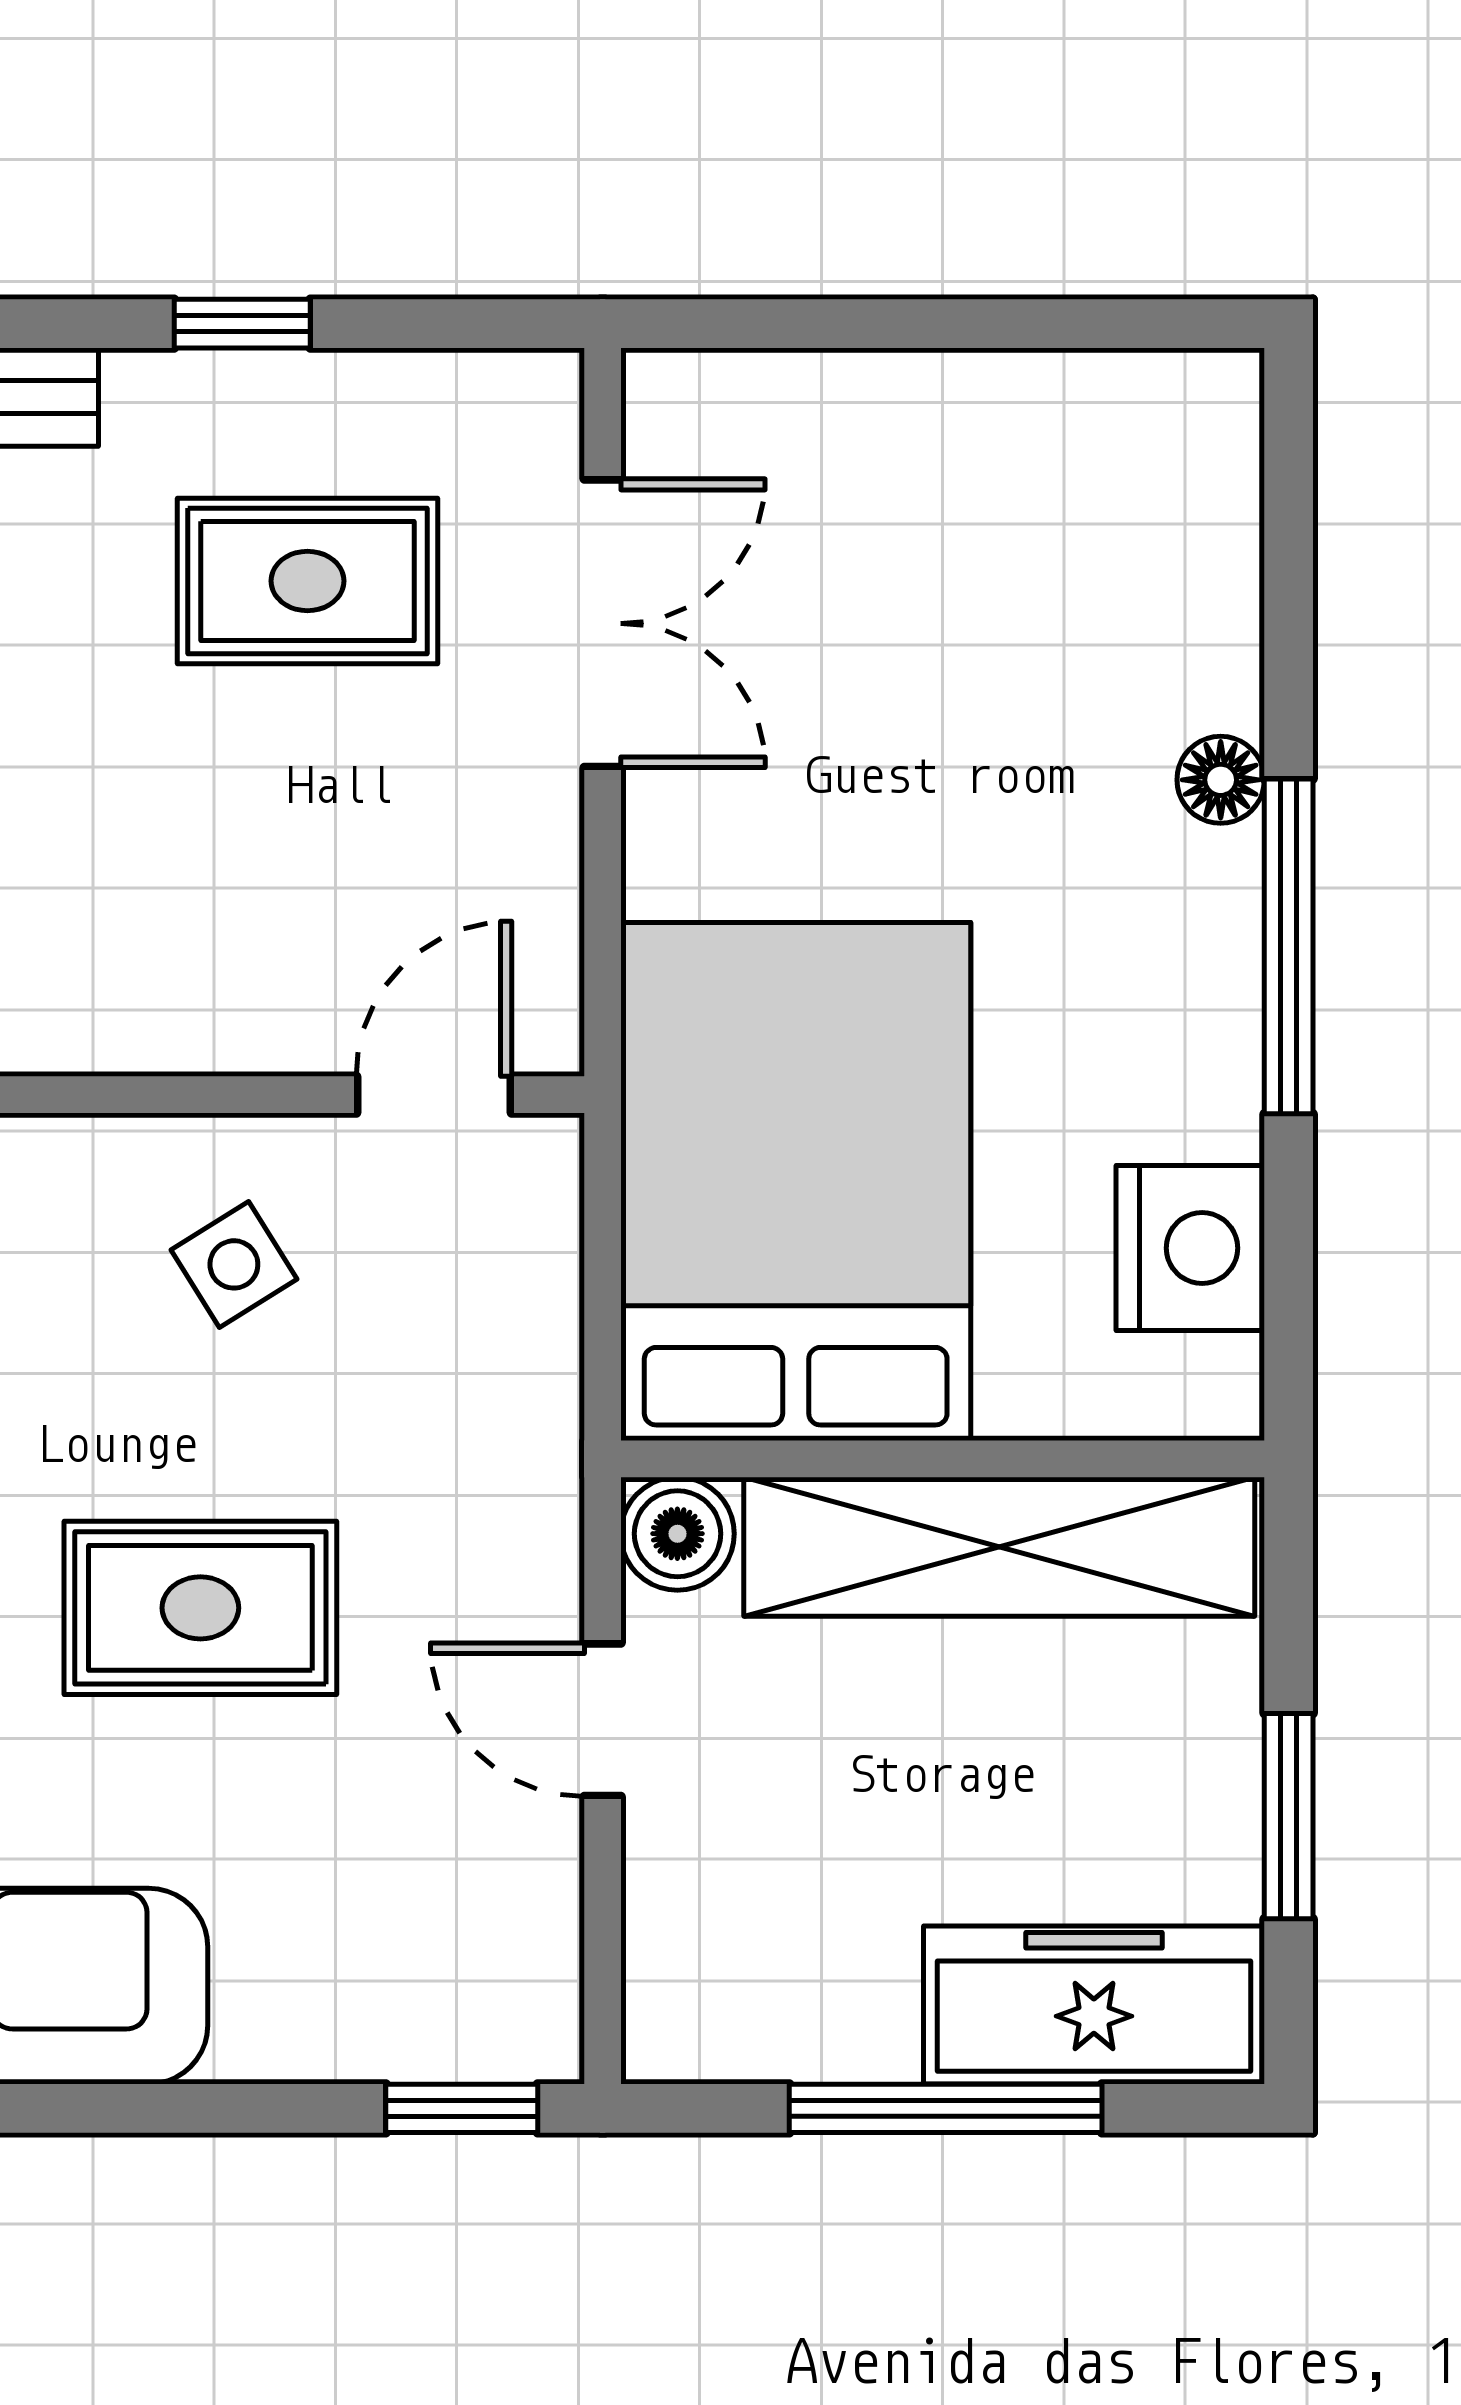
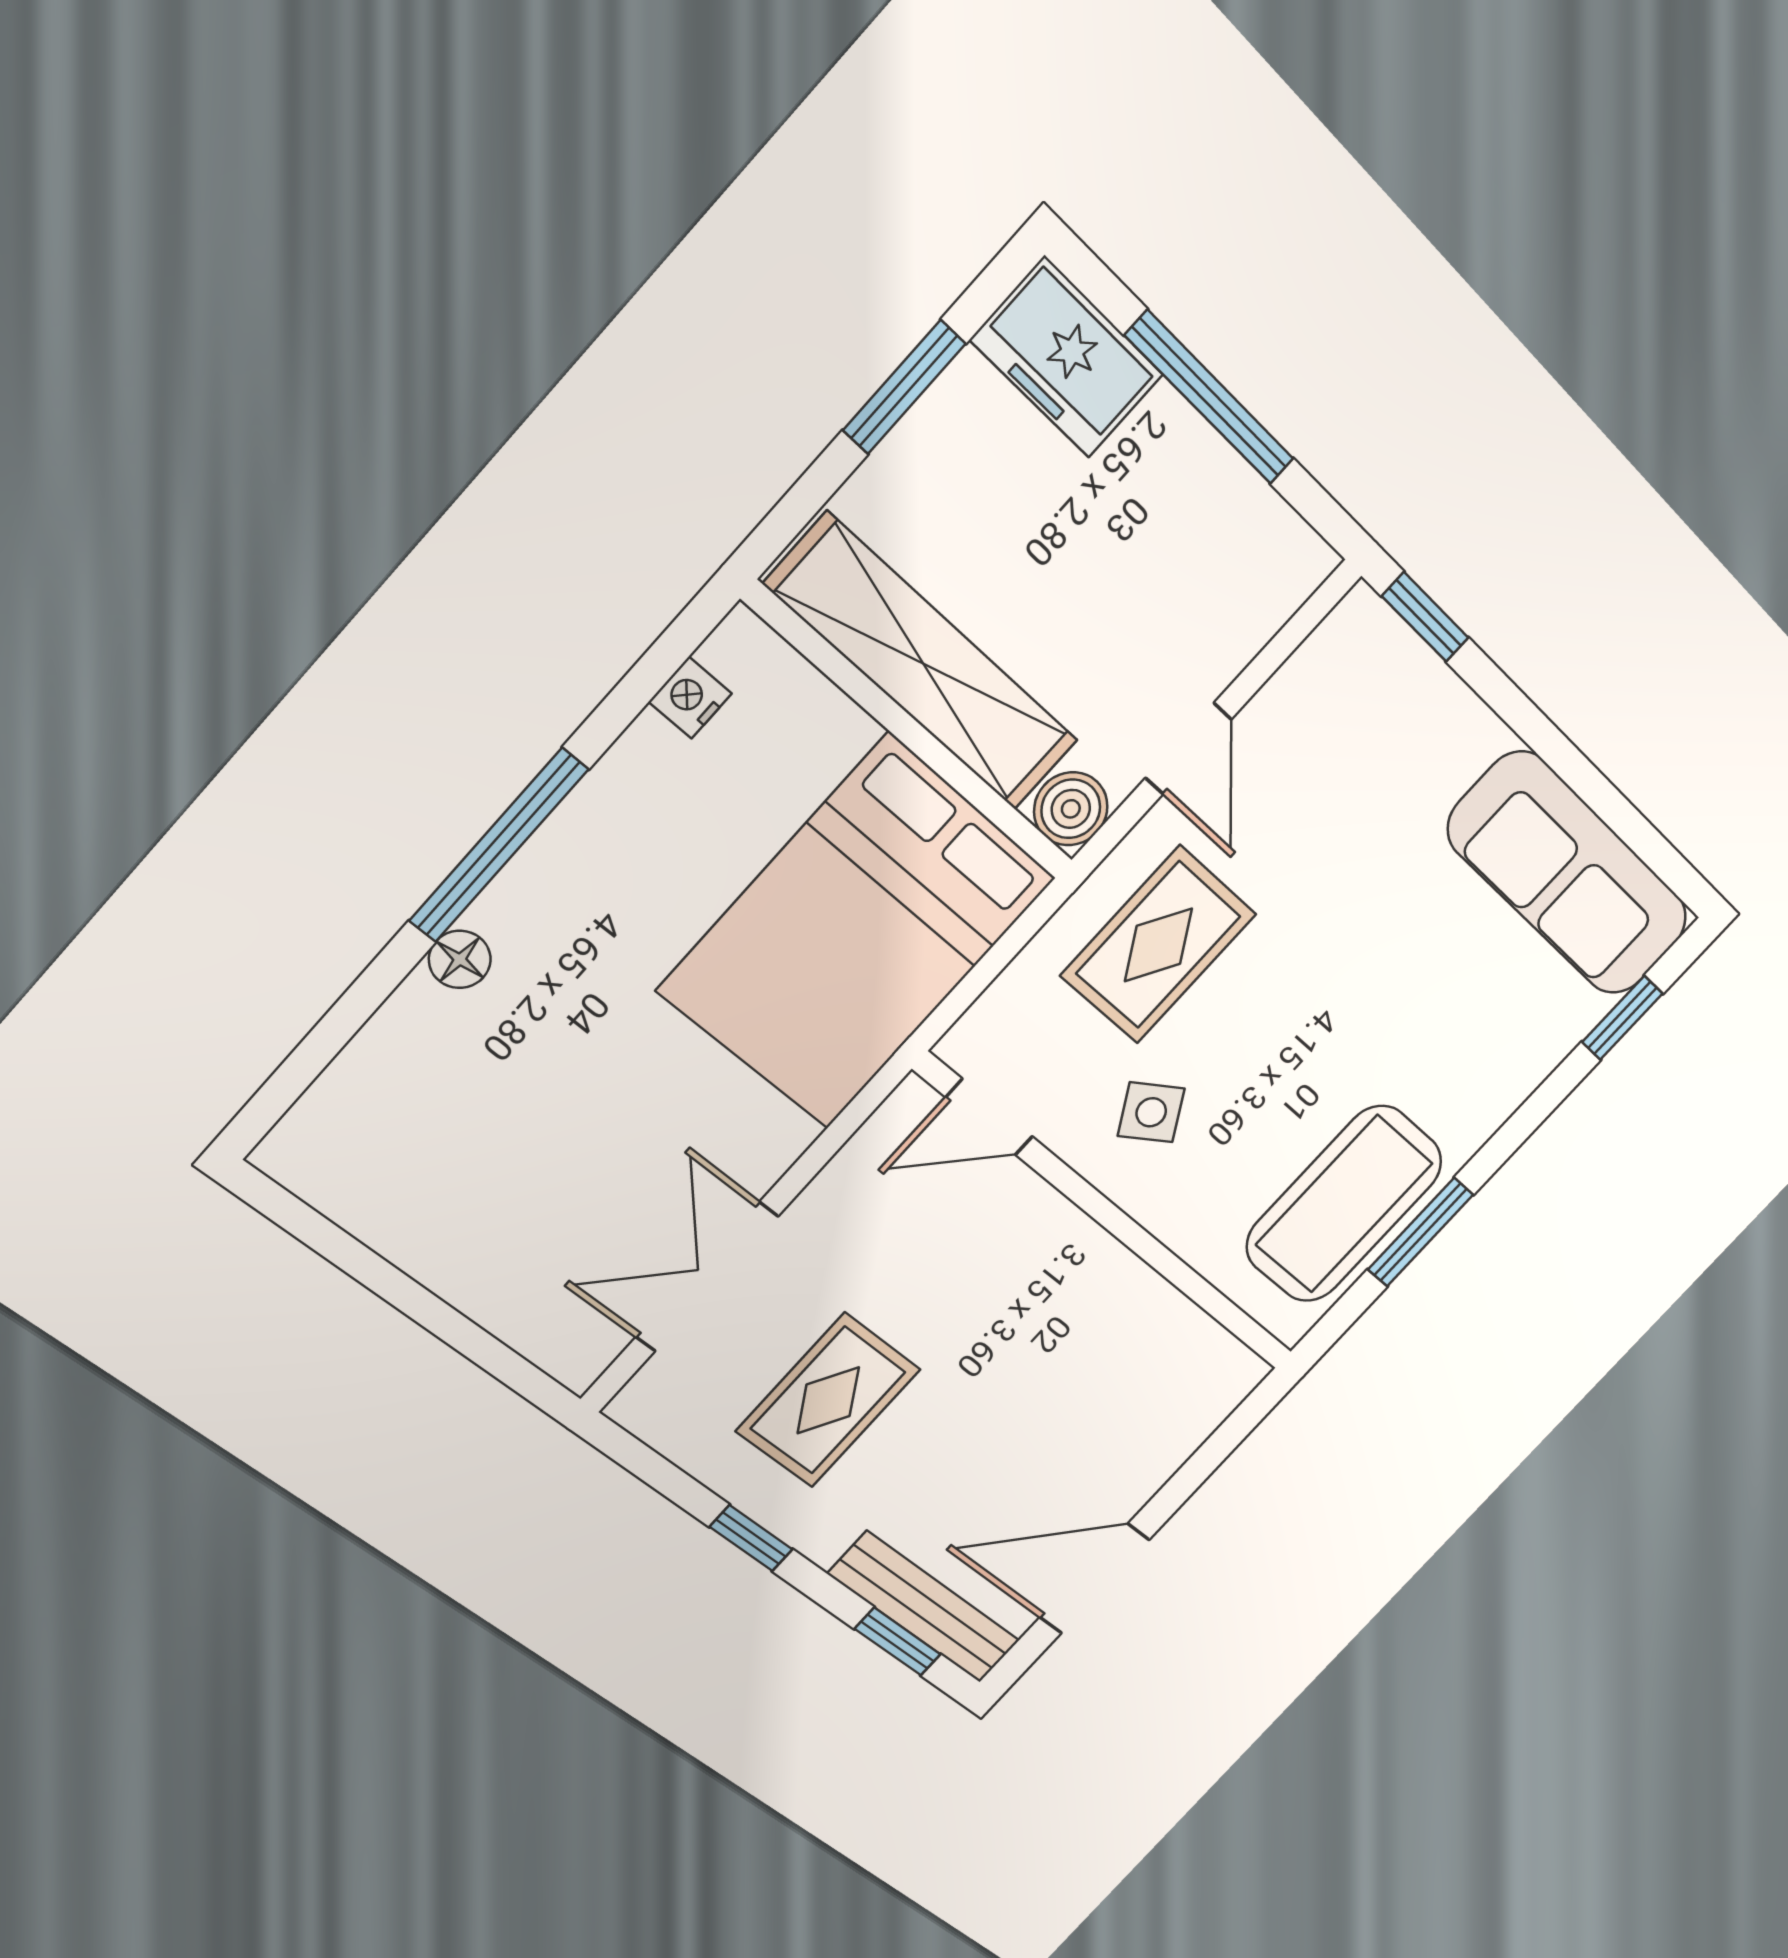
rug: (307, 581) -> (828, 1400), turned 90
nightstand: (1190, 1248) -> (690, 698), width x0.53, depth x0.56
rug: (200, 1608) -> (1158, 945), moved, turned 90
freezer: (1094, 2005) -> (1067, 357), width x0.71

